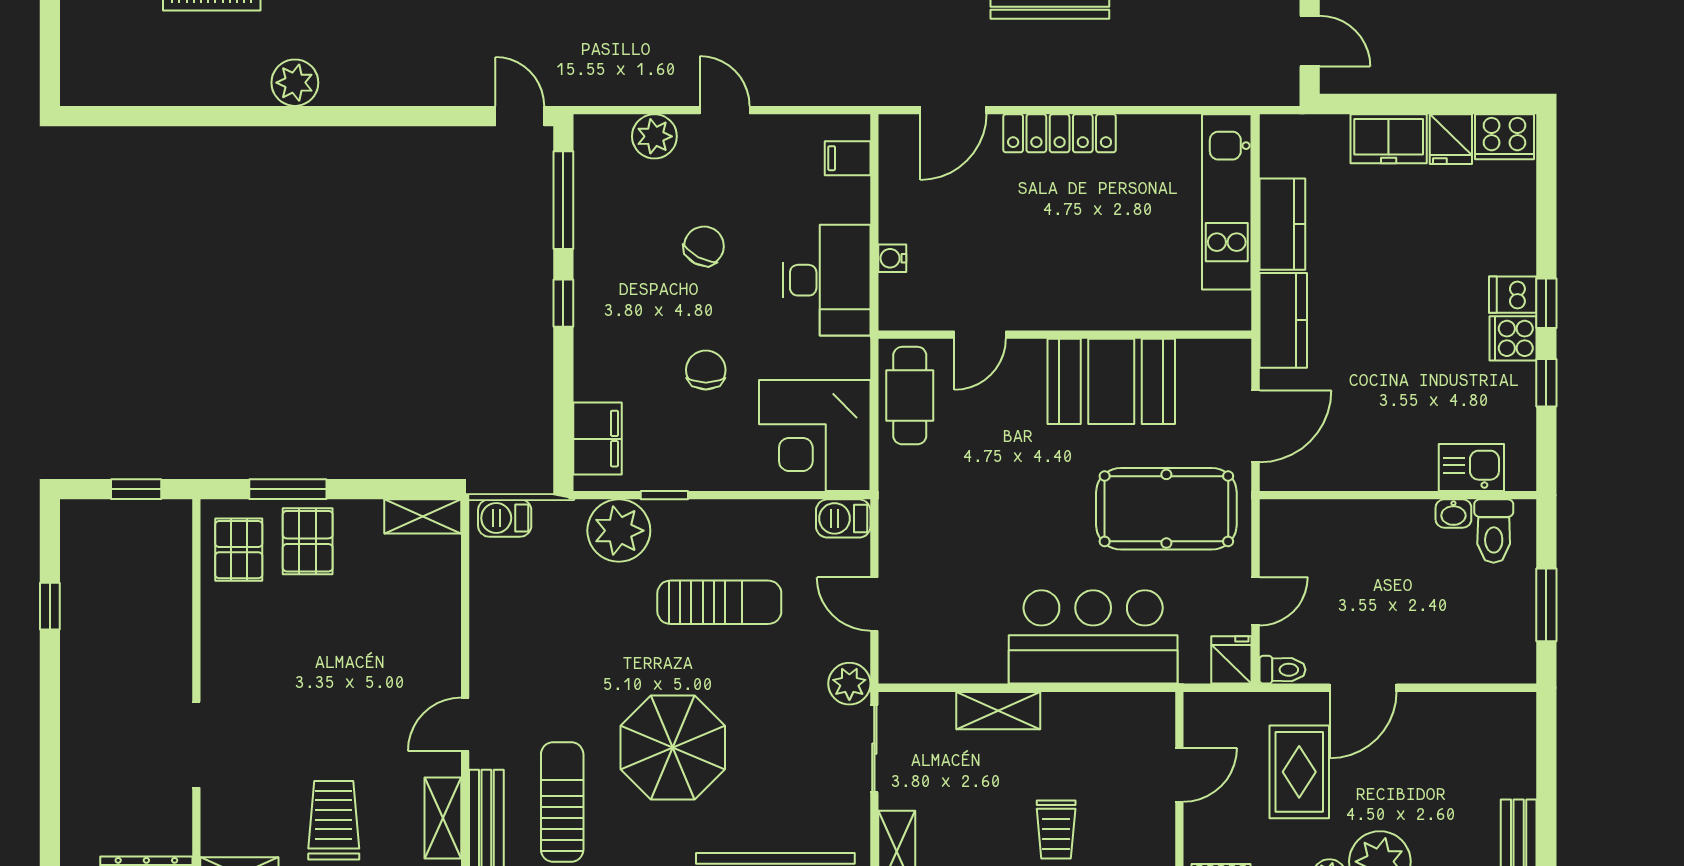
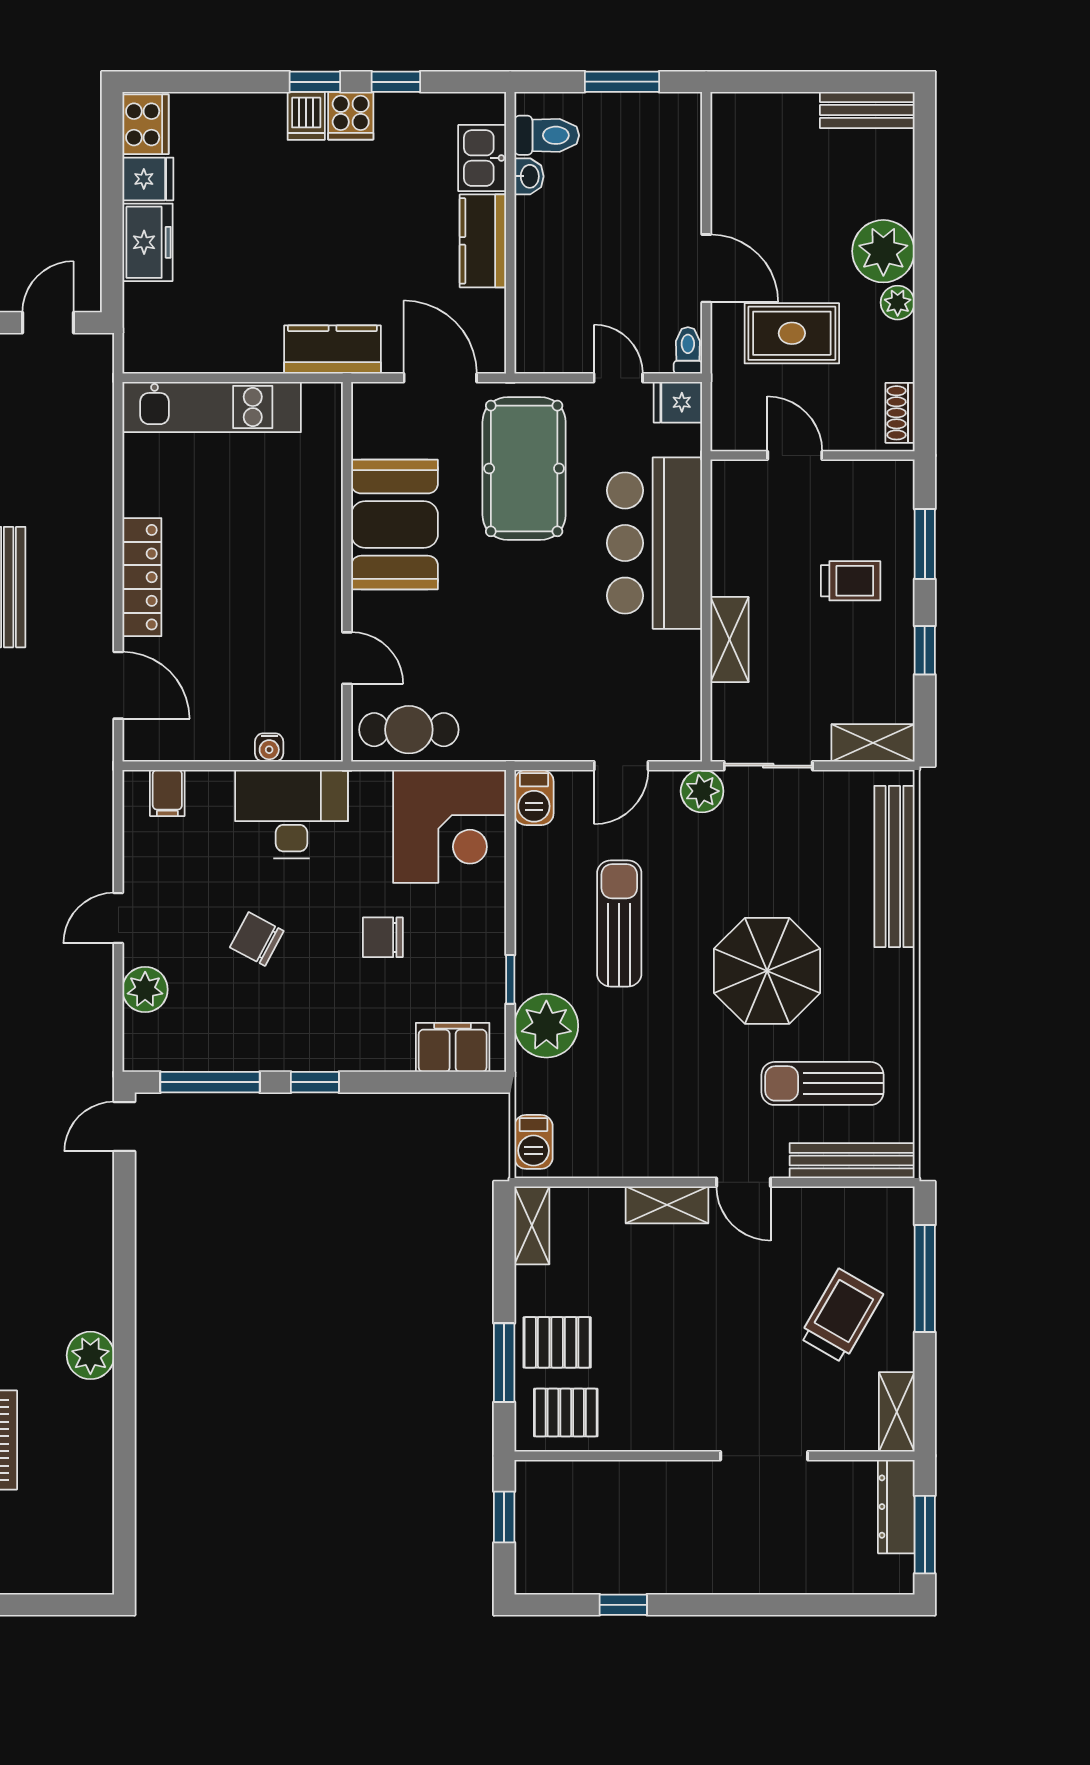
kitchen counter: (1282, 224) -> (483, 241), moved, turned -90
shelving: (443, 818) -> (667, 1205), moved
trolley: (334, 820) -> (841, 1316), turned 120

